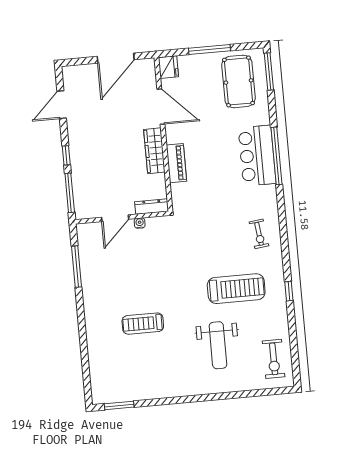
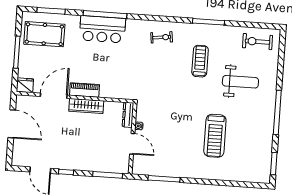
window: (269, 71) -> (51, 11), moved
window: (66, 155) -> (66, 172), moved
piano: (176, 163) -> (85, 90), moved
treadmill: (236, 289) -> (200, 61), width x0.73, depth x0.73
window: (289, 291) -> (208, 22), width x2.17
treadmill: (143, 324) -> (215, 136), width x1.37, depth x1.38
exercise bike: (274, 359) -> (258, 42), turned 180
window: (186, 399) -> (277, 112), added

